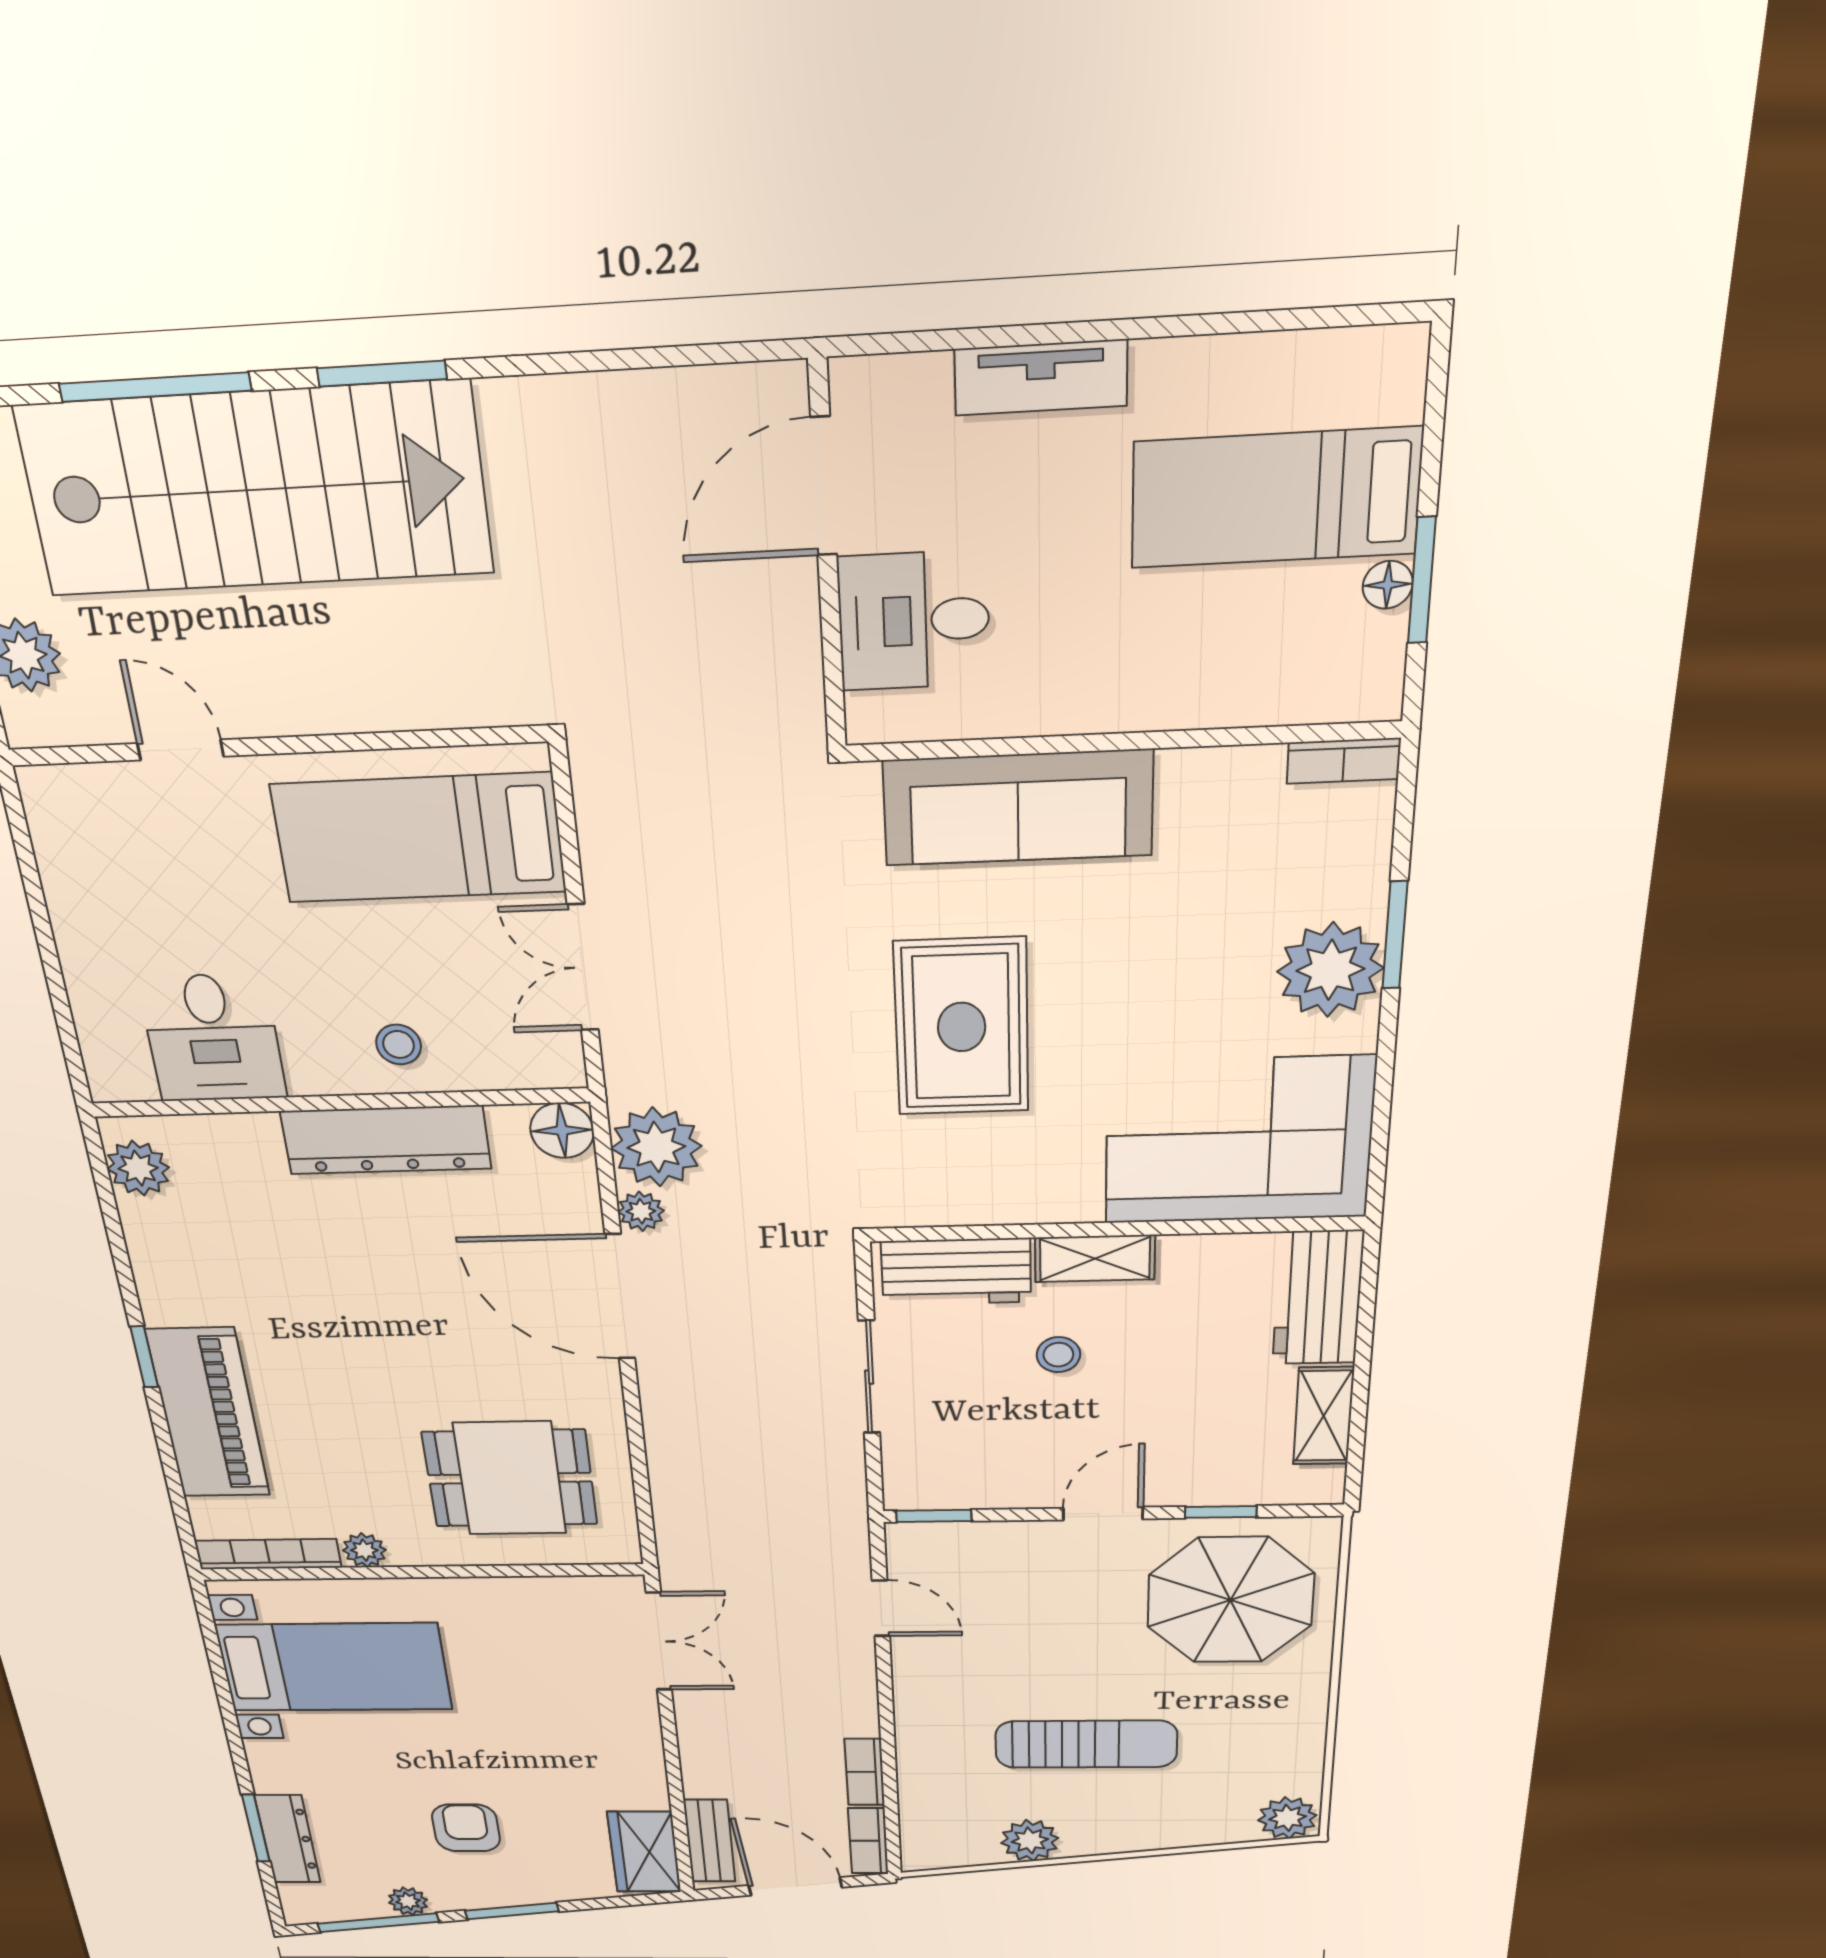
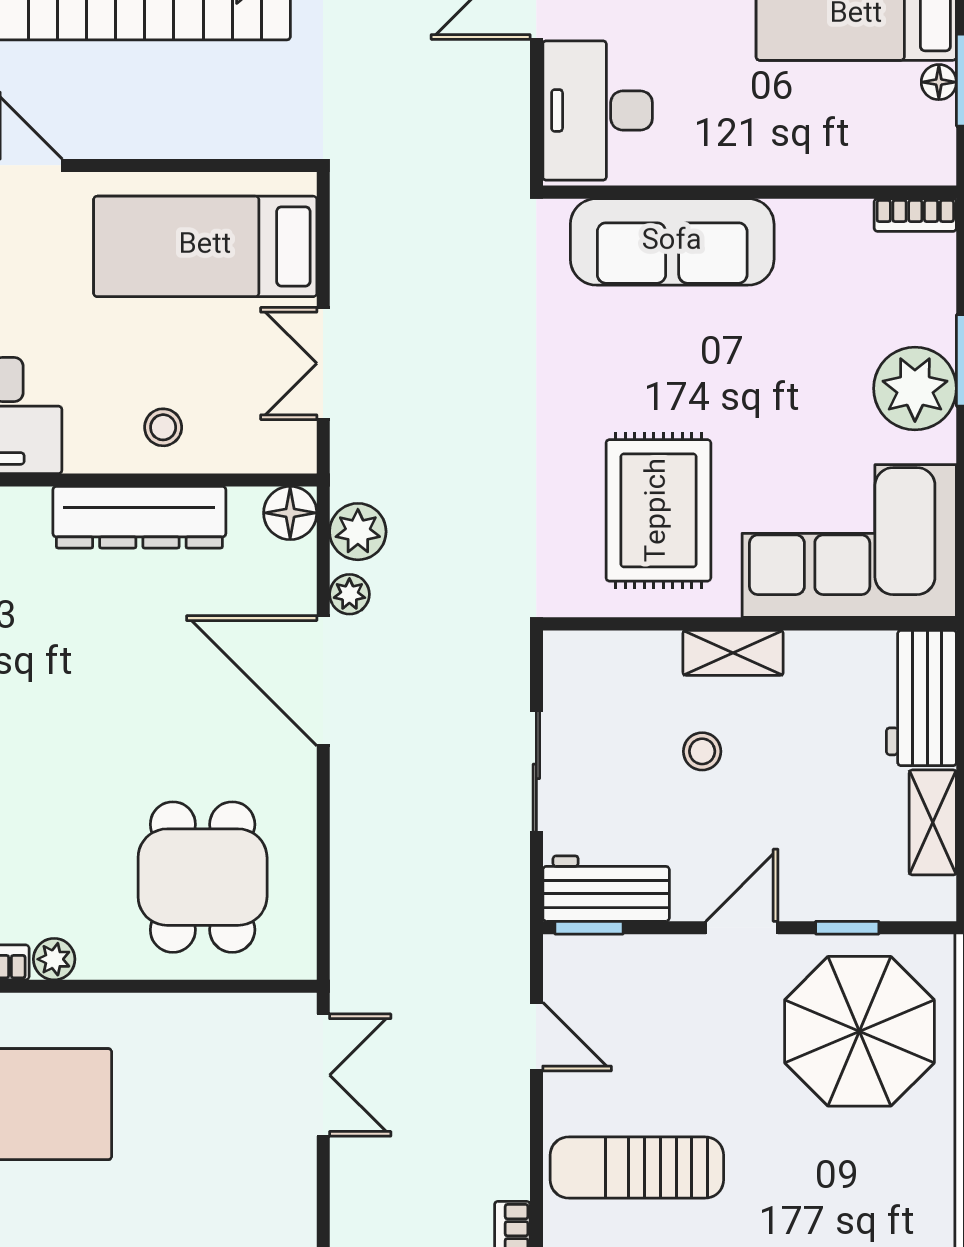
desk: (914, 621) -> (598, 110), width x1.37
rug: (962, 1027) -> (658, 510), moved
plant: (656, 1147) -> (358, 532), width x0.73, depth x0.73
workbench: (956, 1272) -> (606, 889), moved, turned 180
dining table: (510, 1478) -> (203, 877), turned 90
sun lounger: (1086, 1744) -> (637, 1167), moved, turned 180

